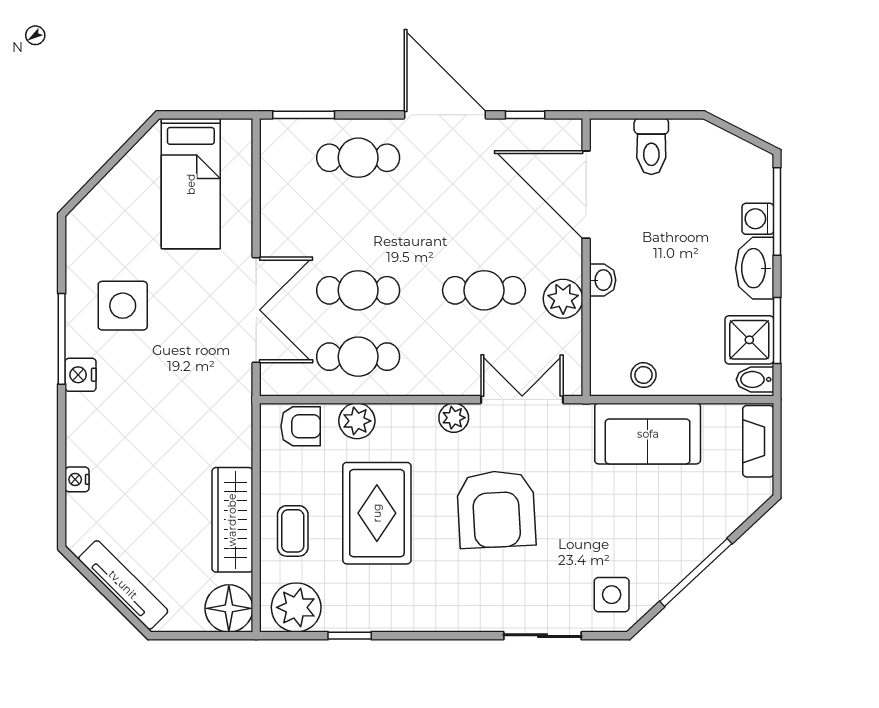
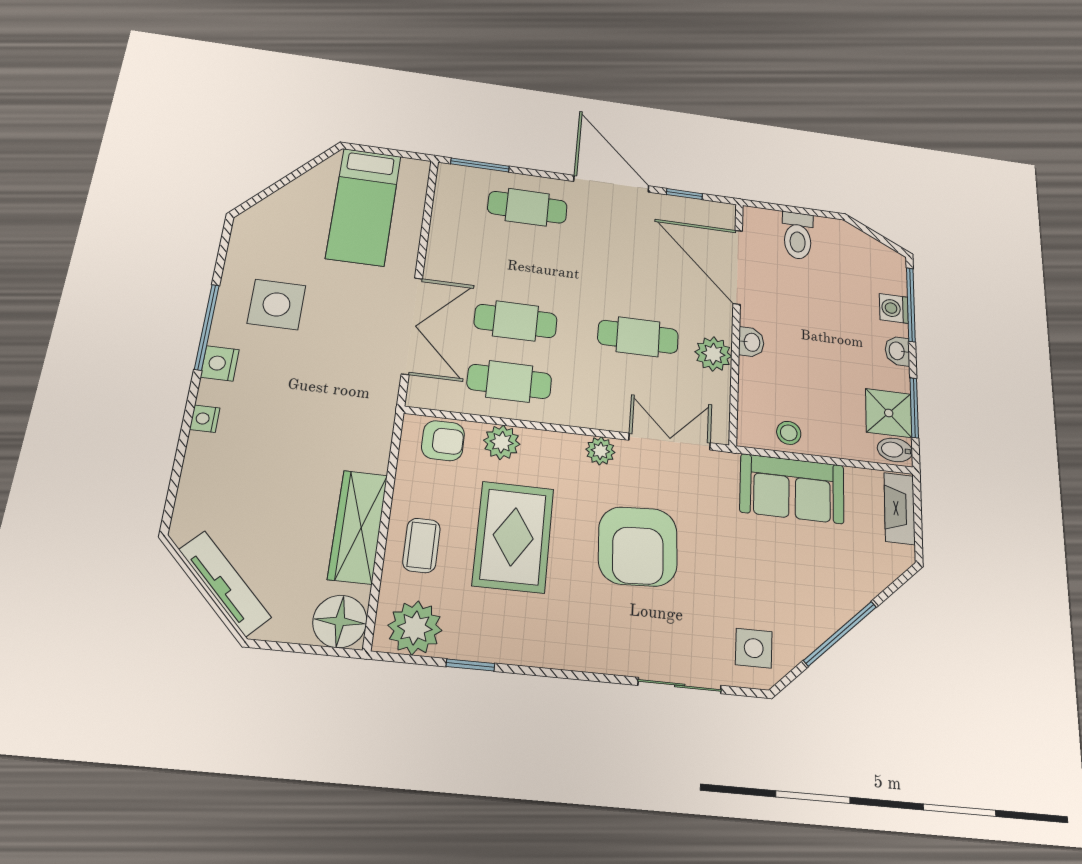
washbasin: (755, 268) -> (897, 351), width x0.52, depth x0.69
nightstand: (77, 479) -> (205, 419), moved

